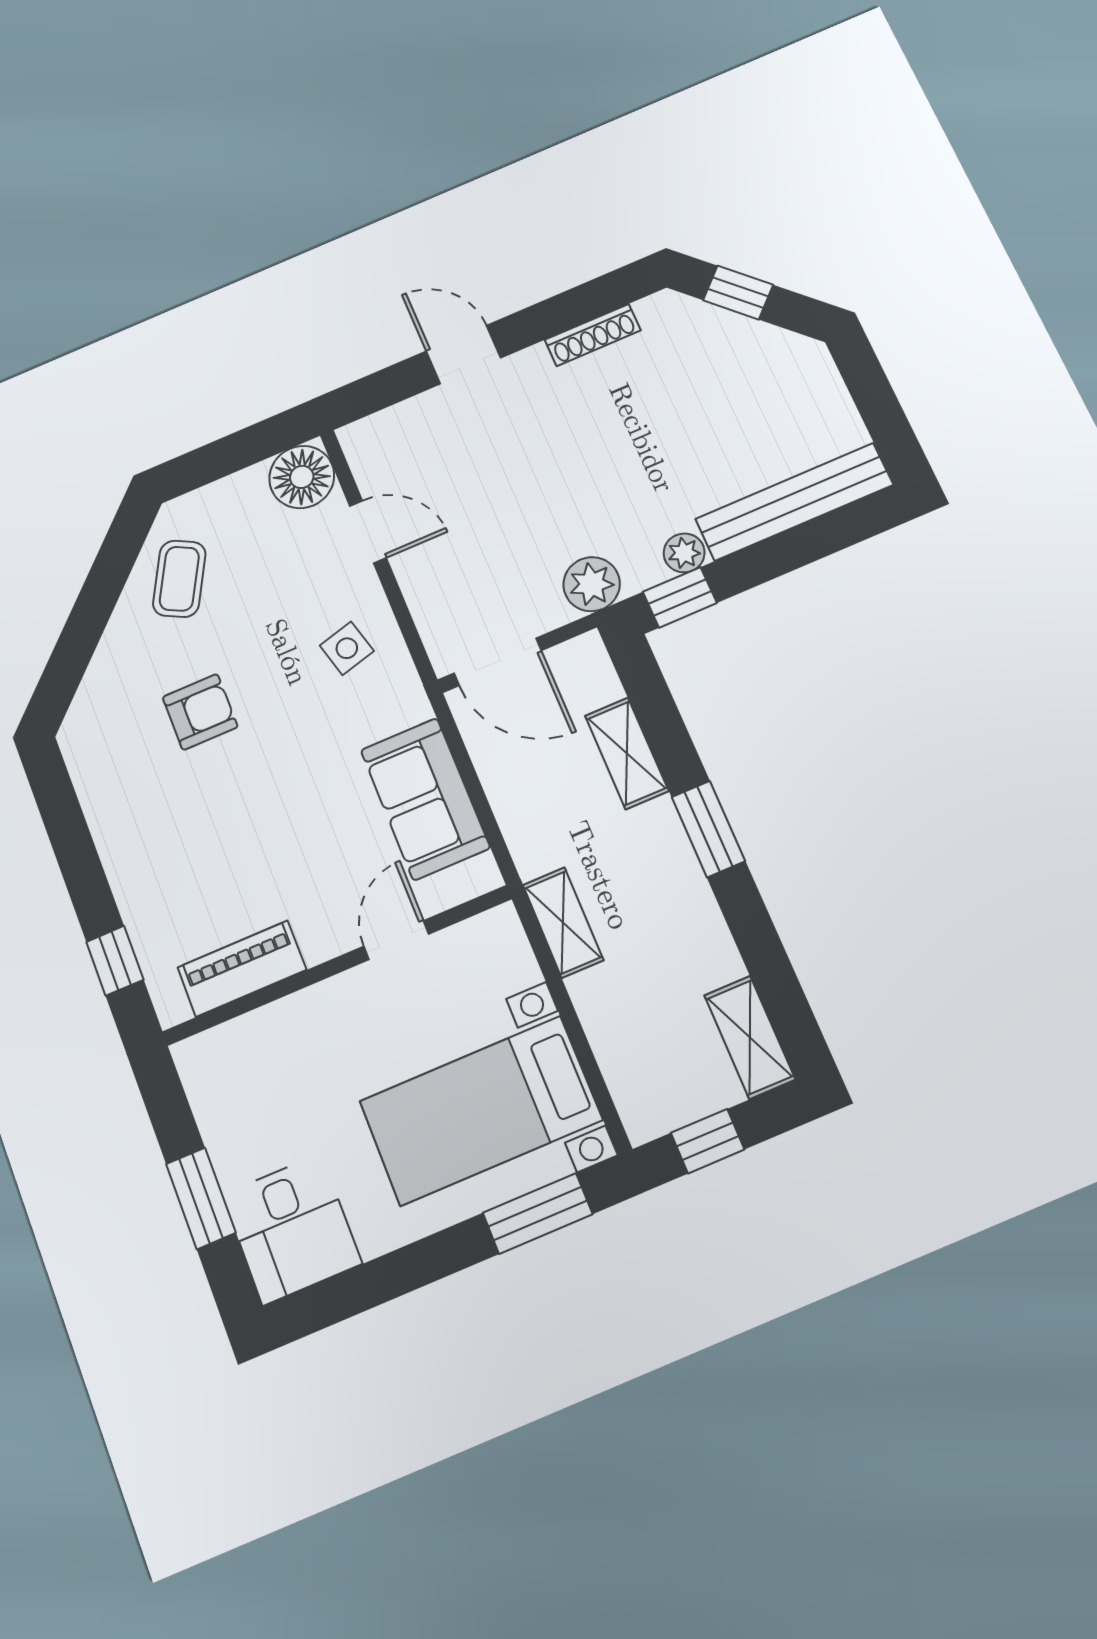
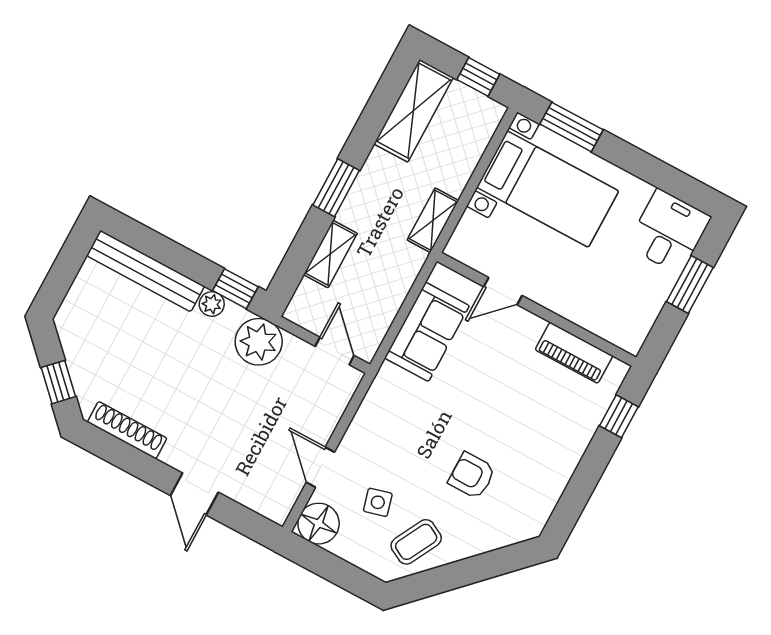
shoe rack: (593, 335) -> (127, 430), width x1.36, depth x1.24
plant: (592, 584) -> (259, 342), width x1.36, depth x1.36
side table: (347, 648) -> (378, 502), moved
door: (498, 662) -> (335, 351), width x0.73
shelving: (750, 1037) -> (414, 111), width x1.50, depth x1.33

